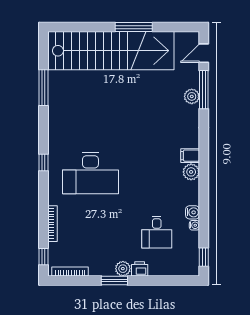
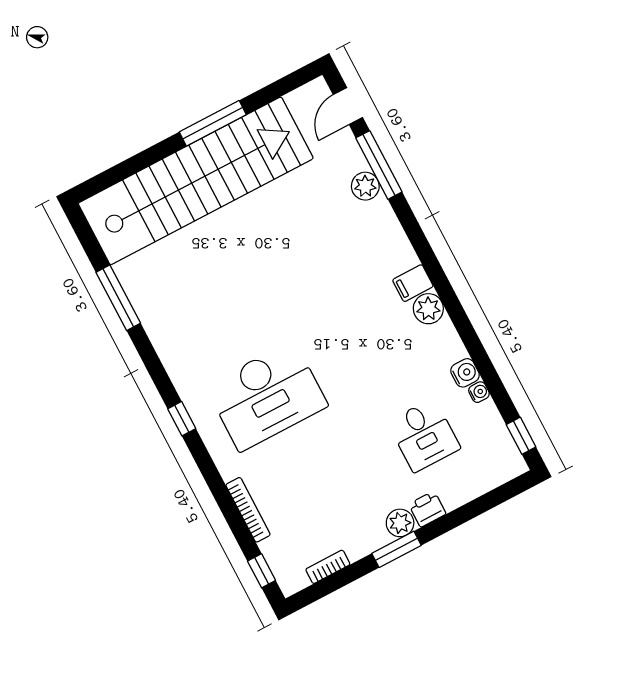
bookcase: (70, 272) -> (328, 567), width x0.64

